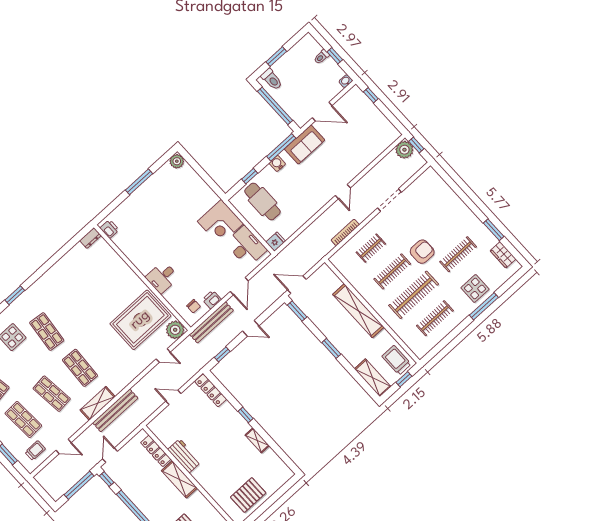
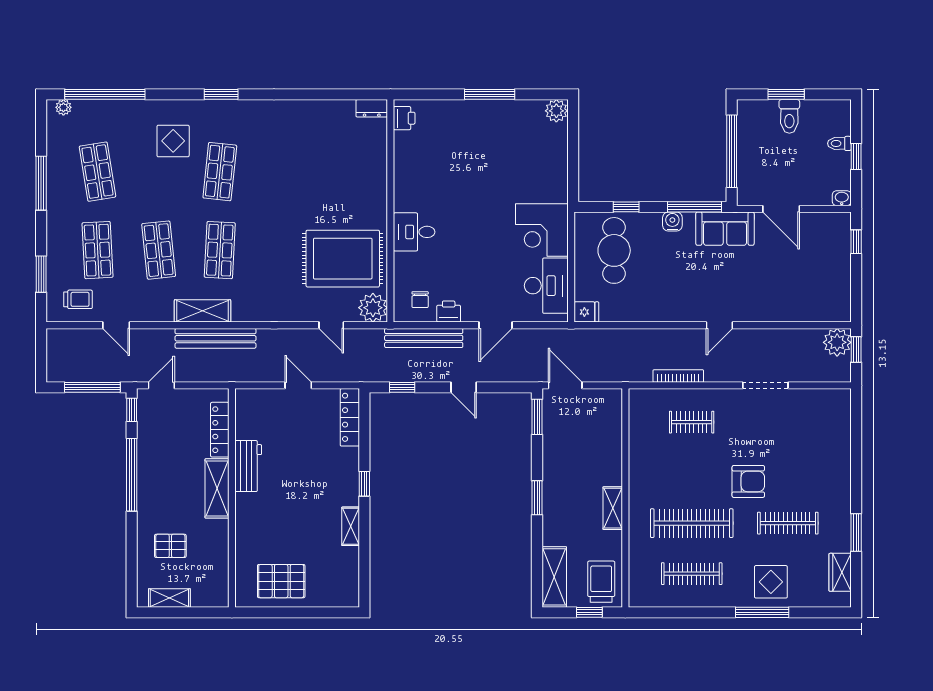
toilet: (272, 79) -> (789, 116), moved
clothes rail: (392, 271) -> (692, 473), removed
shelving: (358, 311) -> (613, 508), width x0.45, depth x0.75

